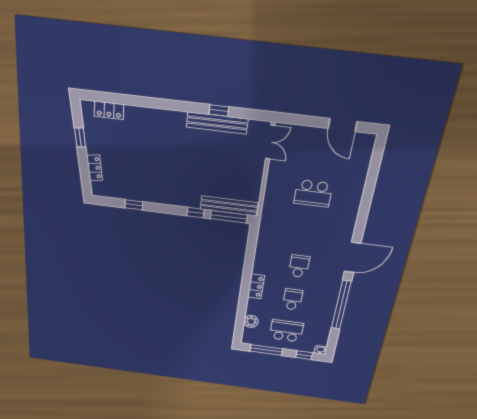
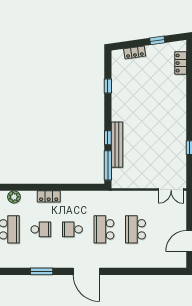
bench: (217, 123) -> (180, 147), removed
bench: (229, 206) -> (117, 145), moved
school desk: (306, 231) -> (104, 229), added
school desk: (299, 266) -> (72, 229), turned 180
window: (341, 305) -> (42, 271), width x0.47

